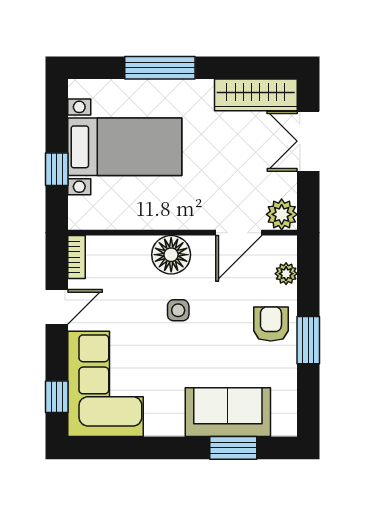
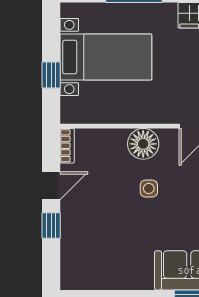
corner sofa: (106, 384) -> (90, 248), removed
window: (57, 397) -> (51, 225), moved

